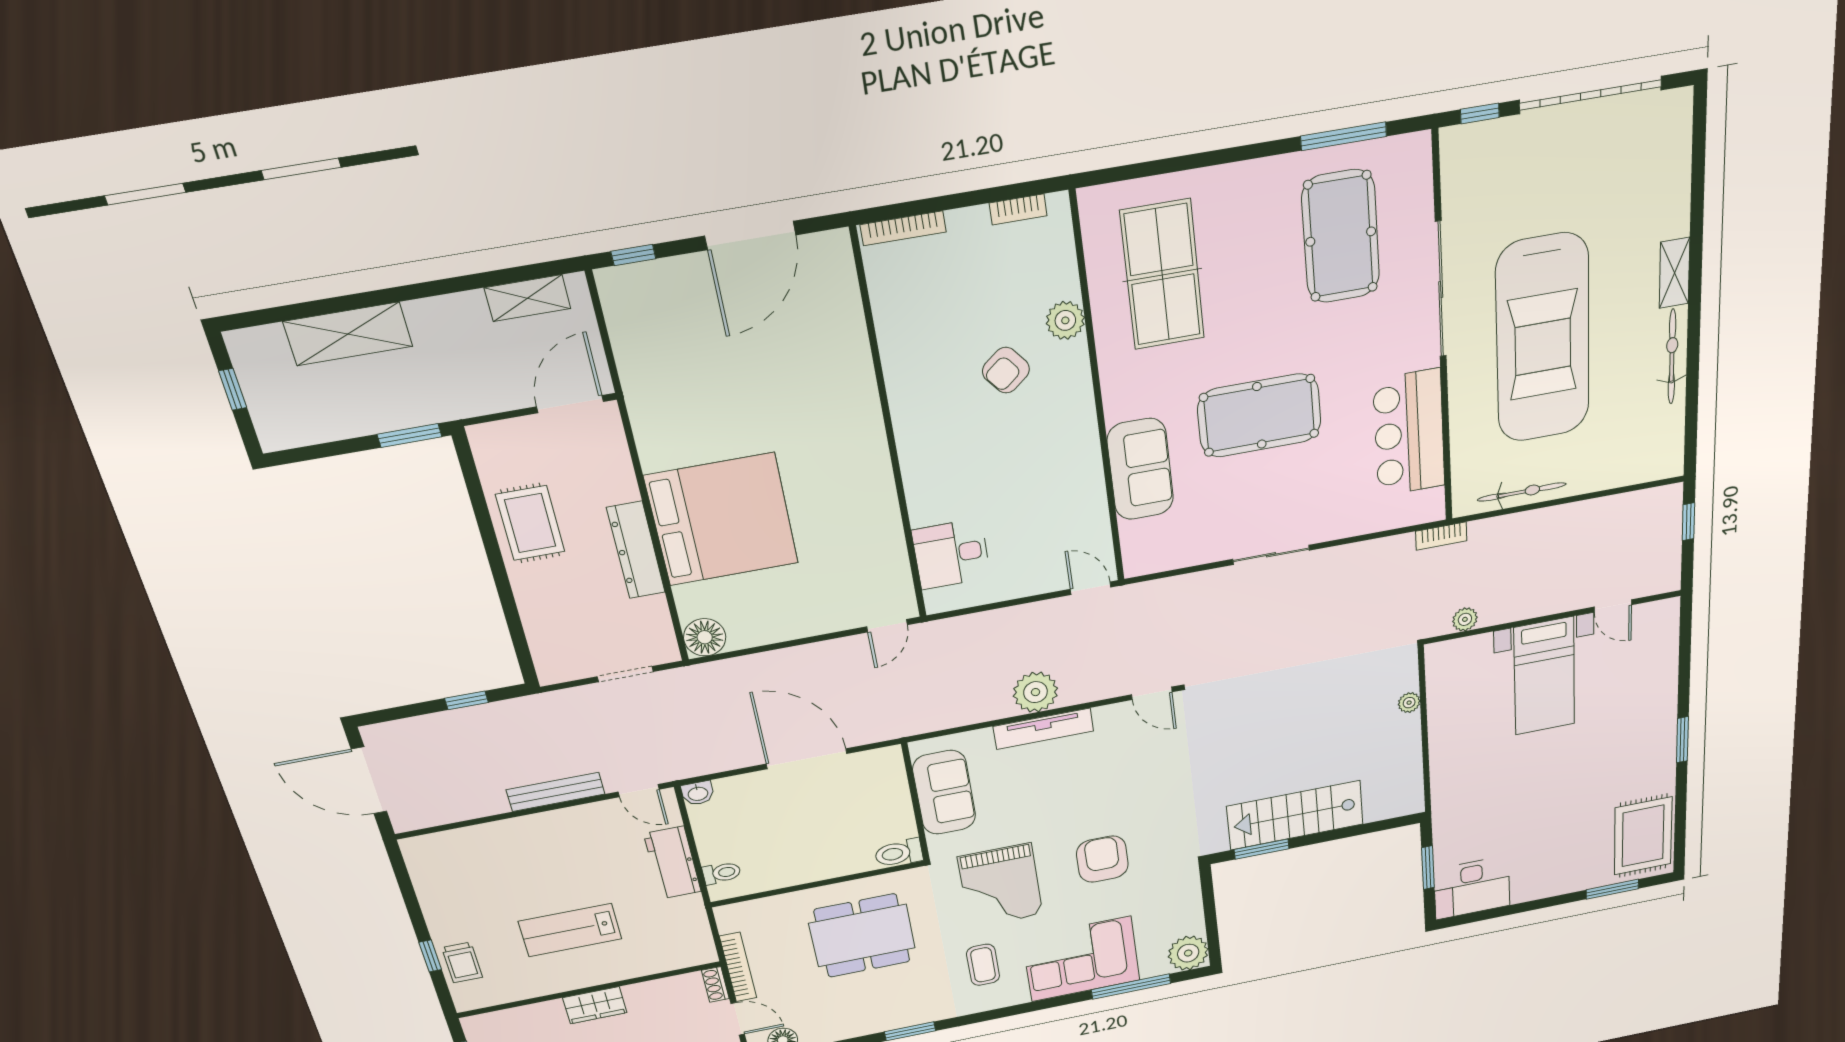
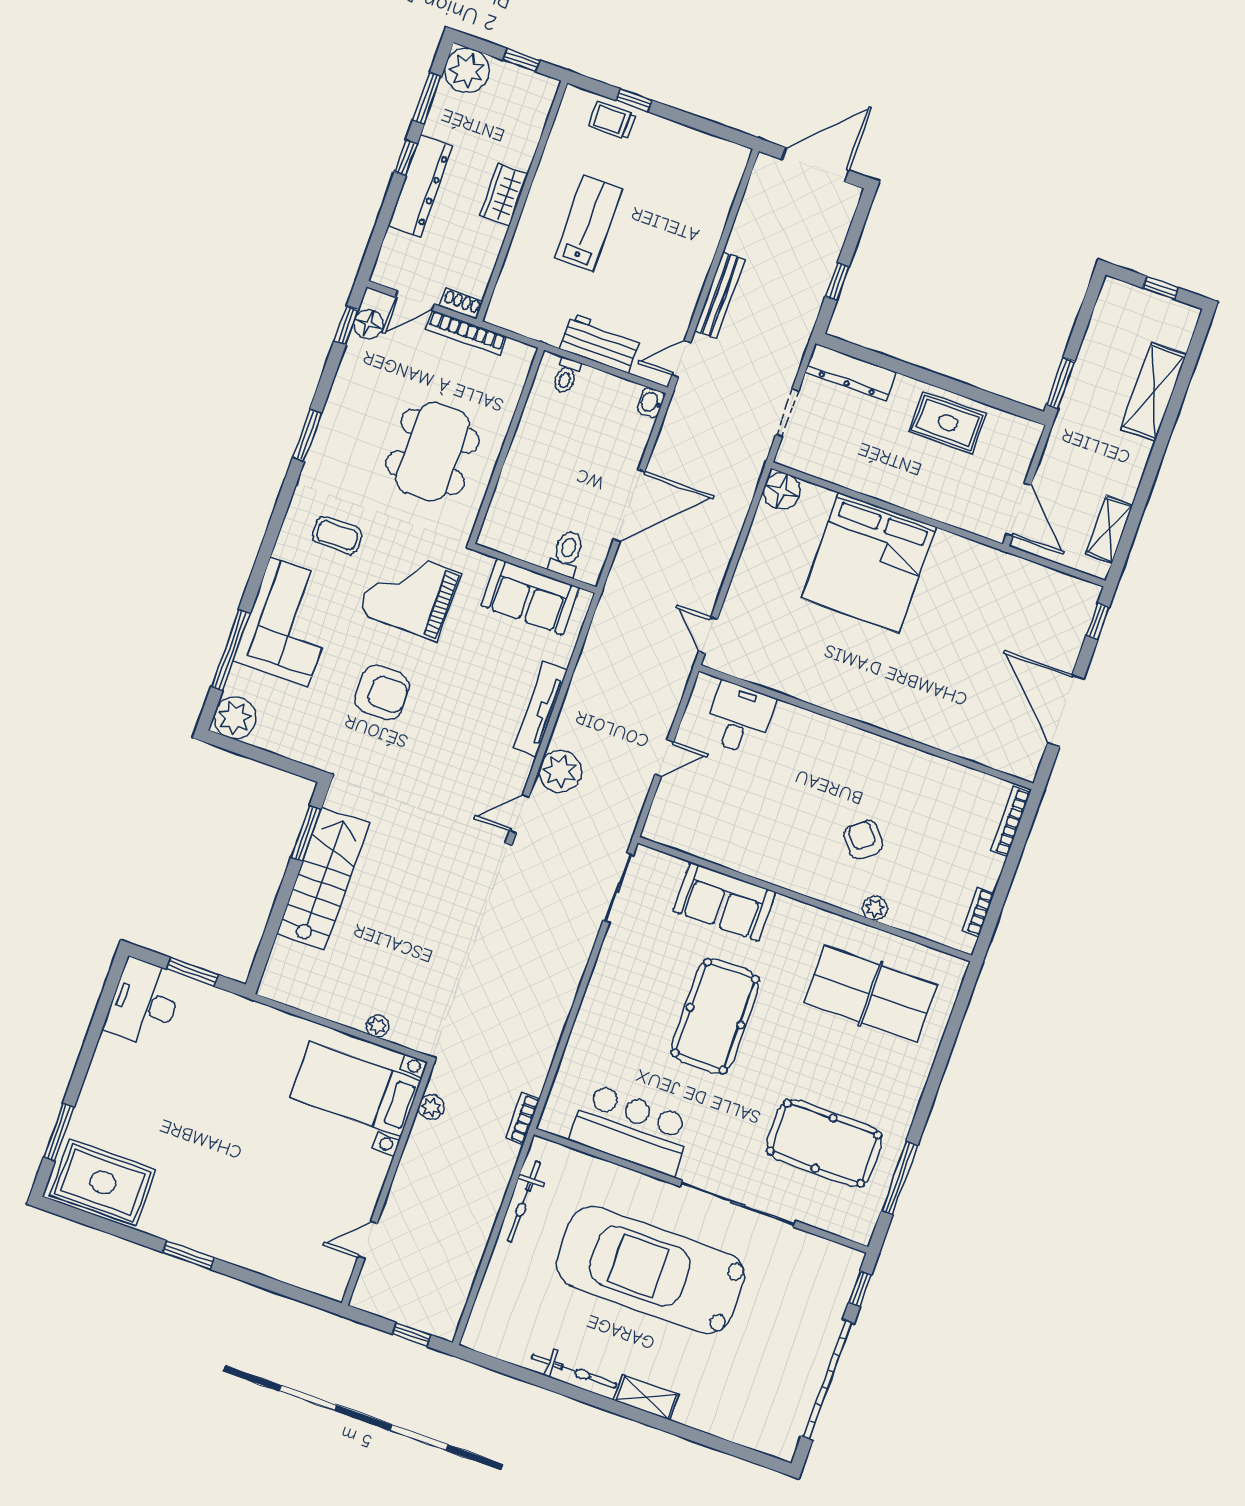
plant: (1065, 320) -> (875, 908), width x0.73, depth x0.73
dresser: (636, 550) -> (851, 372), moved, turned 180
sliding door: (1271, 555) -> (618, 888), moved
door: (1091, 588) -> (664, 758), moved
bed with nightstands: (1544, 676) -> (356, 1089), moved
plant: (1036, 692) -> (560, 771), moved
toilet: (899, 853) -> (567, 553), moved

